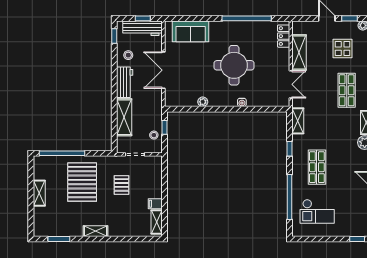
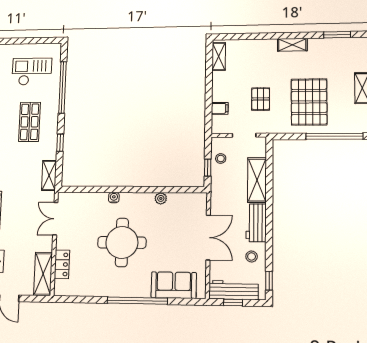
window: (247, 18) -> (137, 301), moved
locker: (284, 36) -> (62, 264), moved
shelving: (299, 53) -> (43, 274), moved
filing cabinet: (155, 204) -> (220, 108), moved

